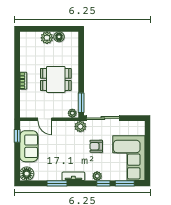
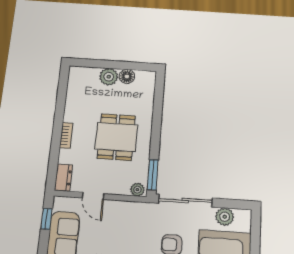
dining table: (56, 79) -> (116, 137), turned 90
dresser: (25, 109) -> (63, 178), added
plant: (80, 126) -> (225, 217), moved

